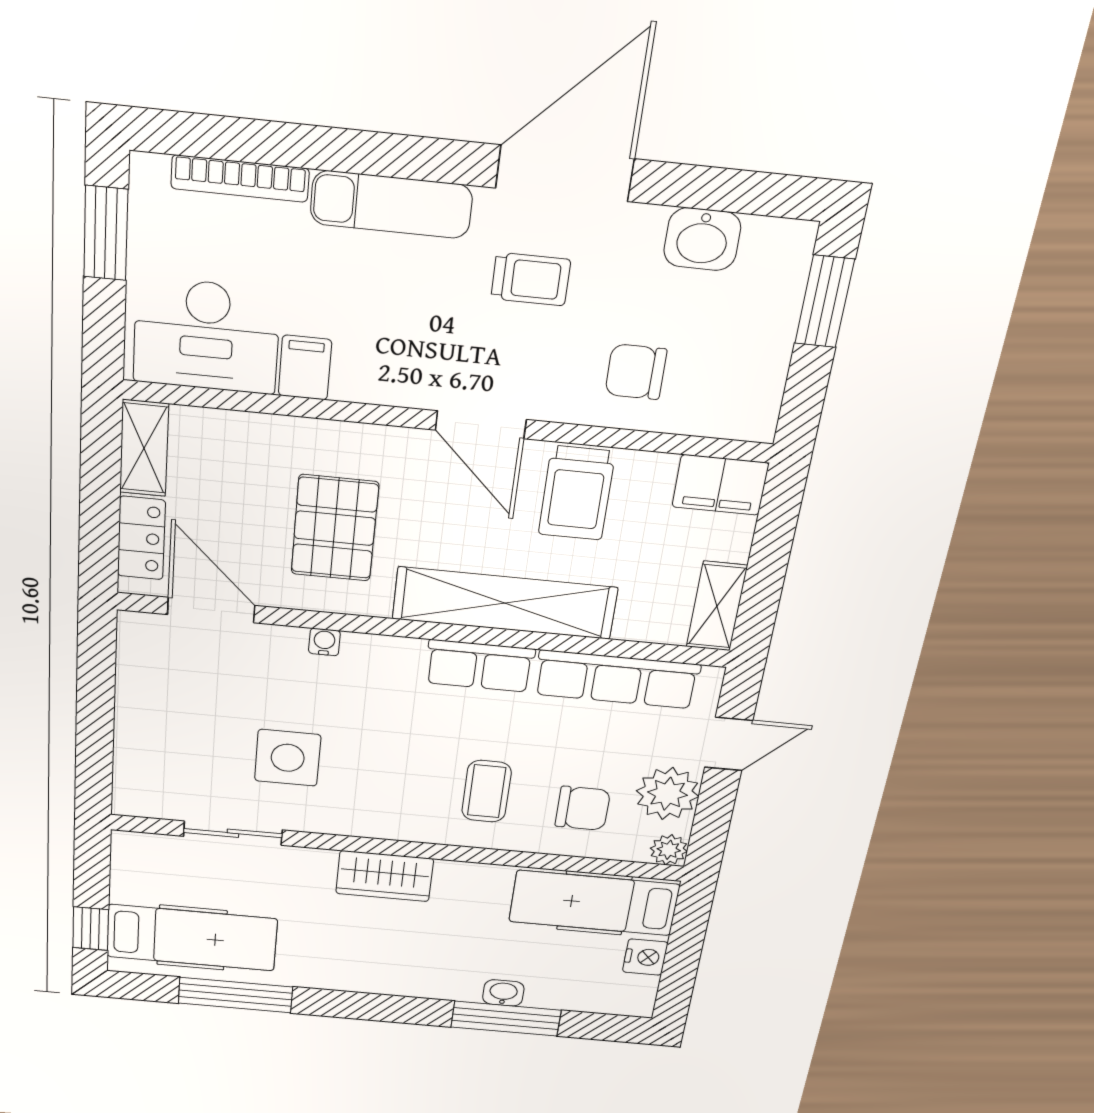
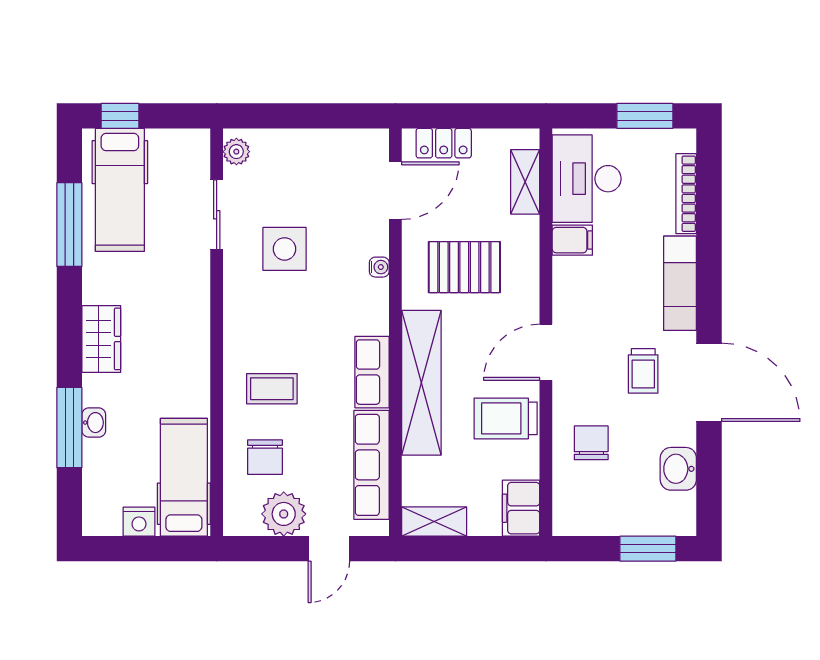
shelving: (144, 448) -> (525, 182), moved, turned 90
door: (729, 744) -> (329, 549), hinge flipped
plant: (669, 850) -> (236, 152), moved
wardrobe: (385, 876) -> (101, 339), moved, turned 180

